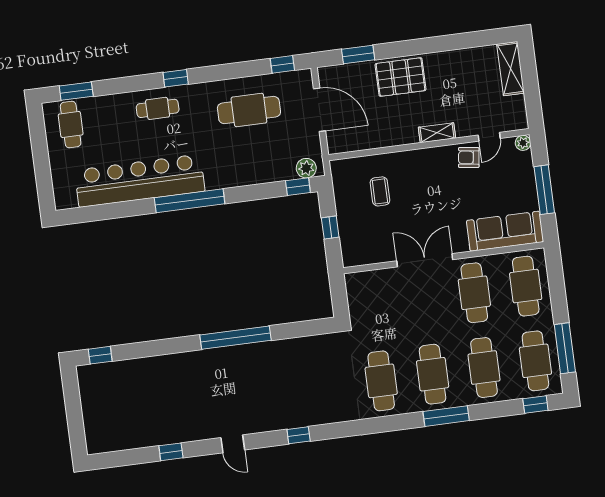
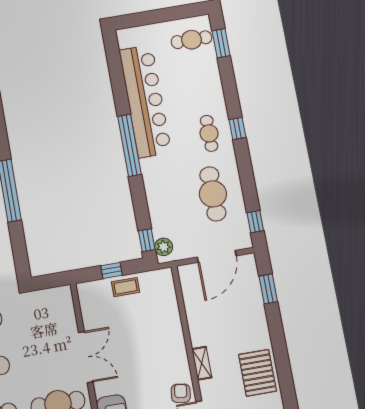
pallet: (400, 77) -> (258, 373), moved
cafe table: (158, 108) -> (209, 133), moved
coffee table: (380, 191) -> (126, 287), moved

